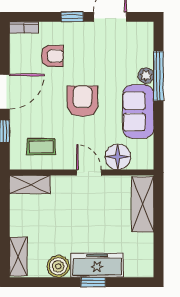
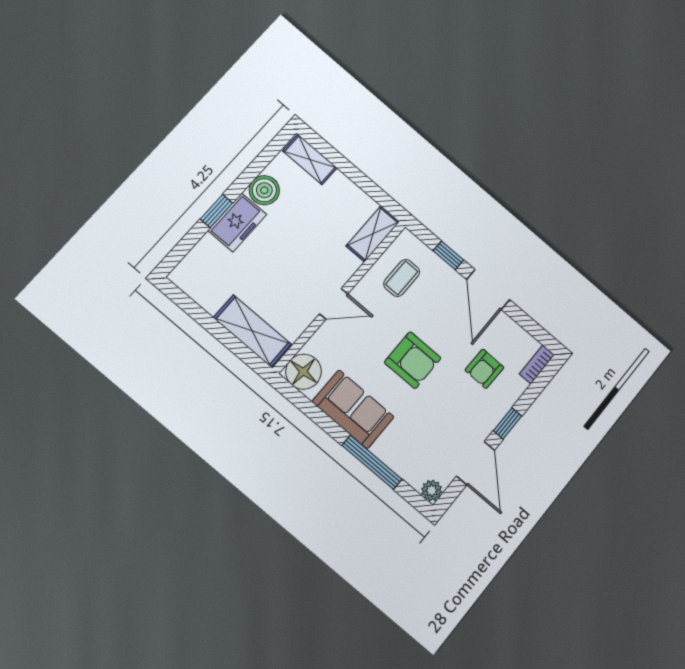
plant: (146, 76) -> (432, 490), moved
floor lamp: (118, 157) -> (303, 372), moved
freezer: (97, 265) -> (237, 222), width x0.71

